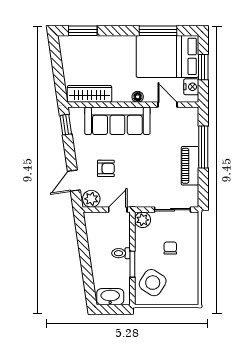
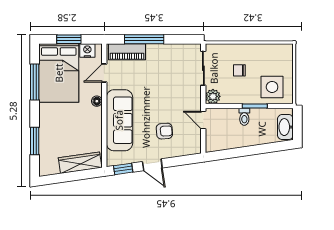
window: (83, 31) -> (35, 141), moved
wardrobe: (90, 94) -> (80, 163), moved, turned 82
piano: (190, 166) -> (127, 52), moved
armchair: (106, 168) -> (164, 131), turned 86
door: (74, 181) -> (152, 165), moved
plant: (91, 199) -> (193, 145), removed
side table: (153, 283) -> (272, 87), turned -32

